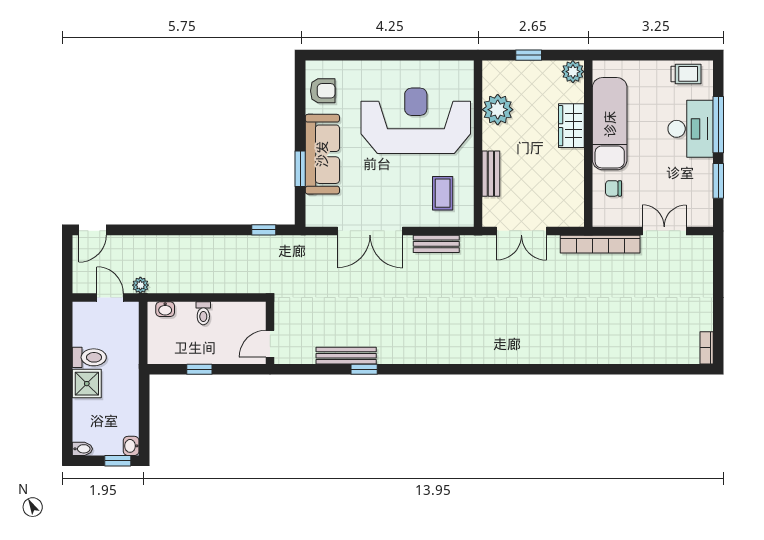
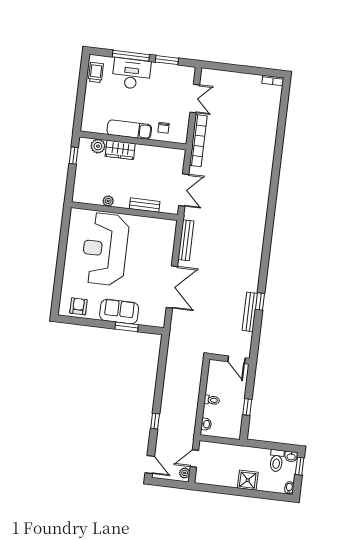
window: (529, 55) -> (74, 155), moved
plant: (573, 72) -> (98, 146), moved
plant: (498, 110) -> (108, 201), width x0.53, depth x0.53
exam couch: (610, 124) -> (129, 130), width x0.73, depth x0.69
sofa: (322, 154) -> (119, 312), width x0.73
coffee table: (443, 193) -> (153, 238), removed
window: (264, 230) -> (155, 421), moved
double door: (664, 231) -> (195, 99), swing flipped
bench: (436, 244) -> (186, 240), width x1.36
plant: (140, 285) -> (185, 473), moved
toilet: (89, 357) -> (277, 461), moved, turned 180

